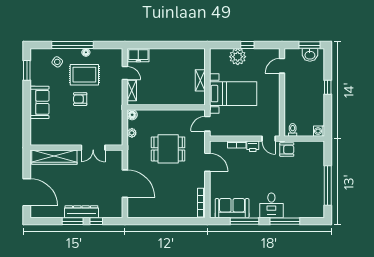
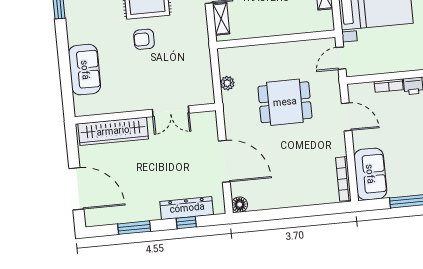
sofa: (40, 102) -> (85, 70), moved
floor lamp: (132, 115) -> (240, 205), moved
sofa: (232, 208) -> (370, 174), moved, turned 90
dresser: (81, 212) -> (187, 208), moved
window: (73, 221) -> (134, 228), moved

